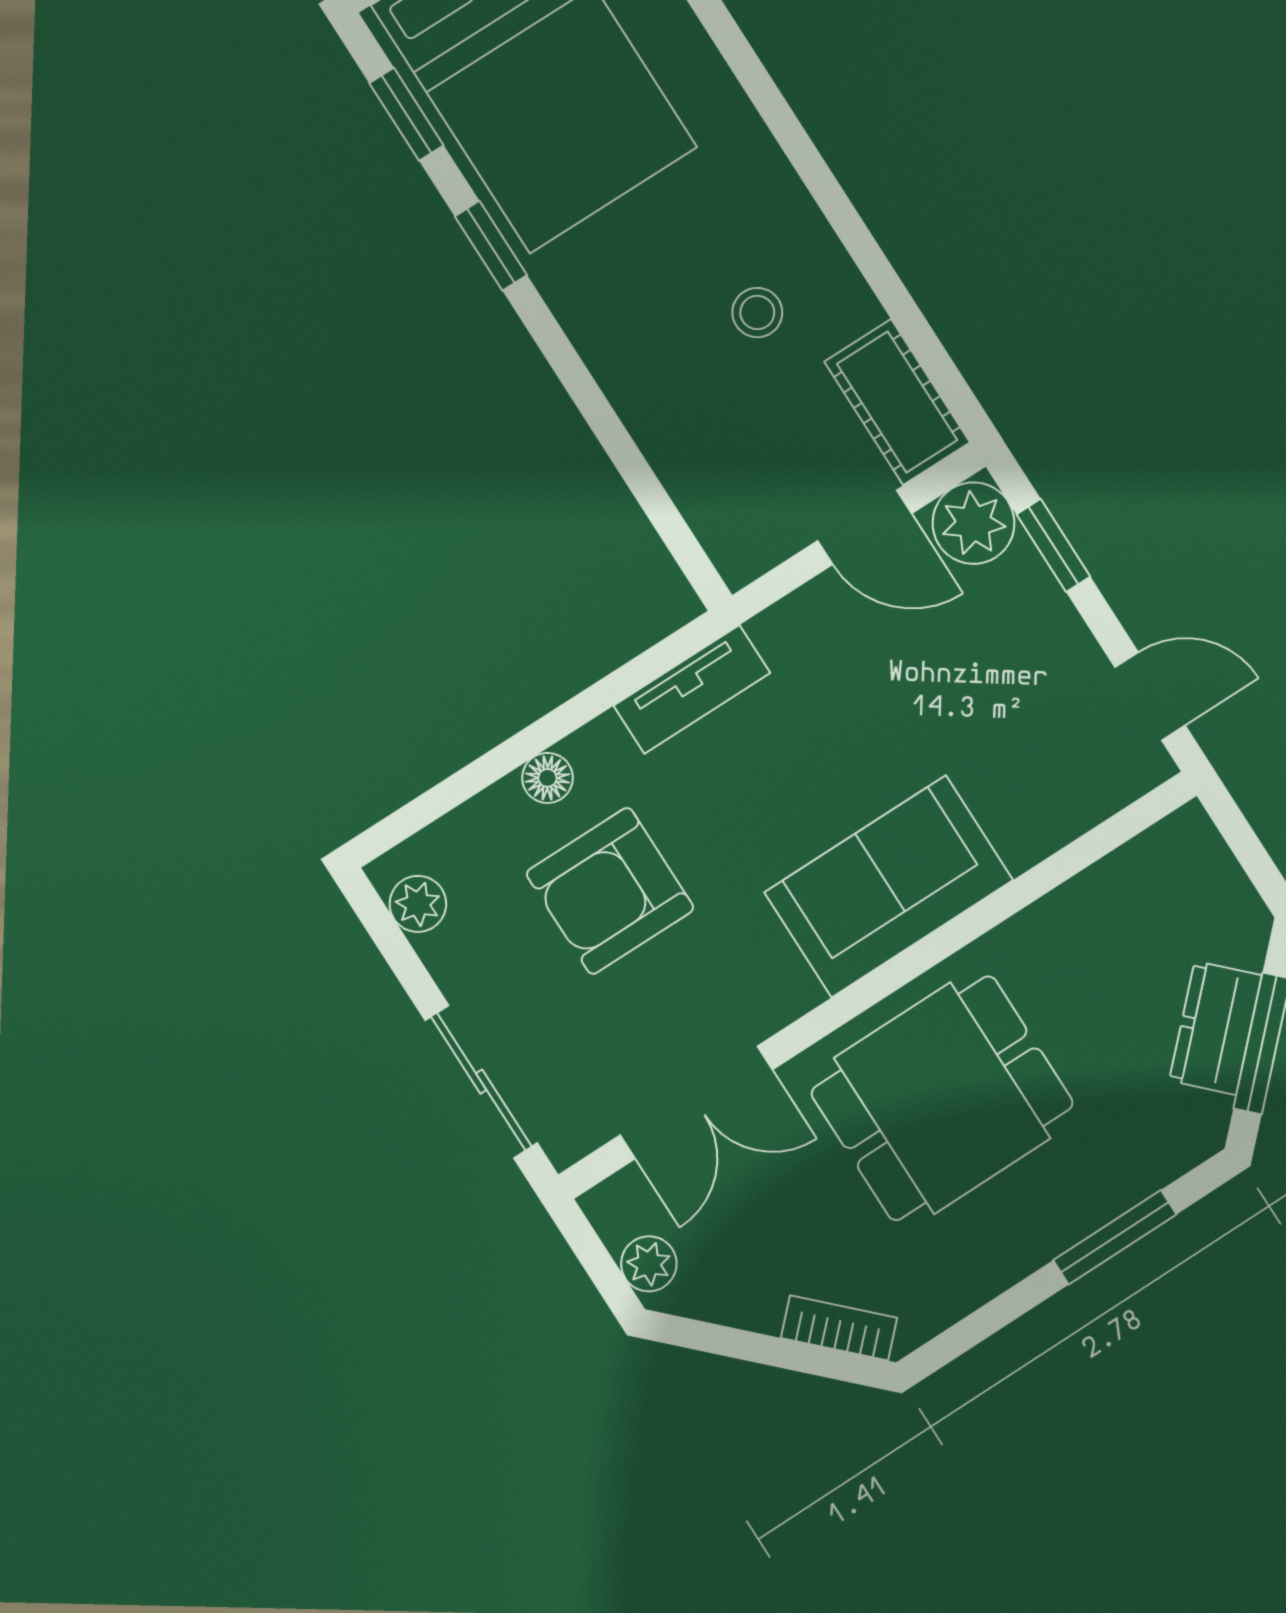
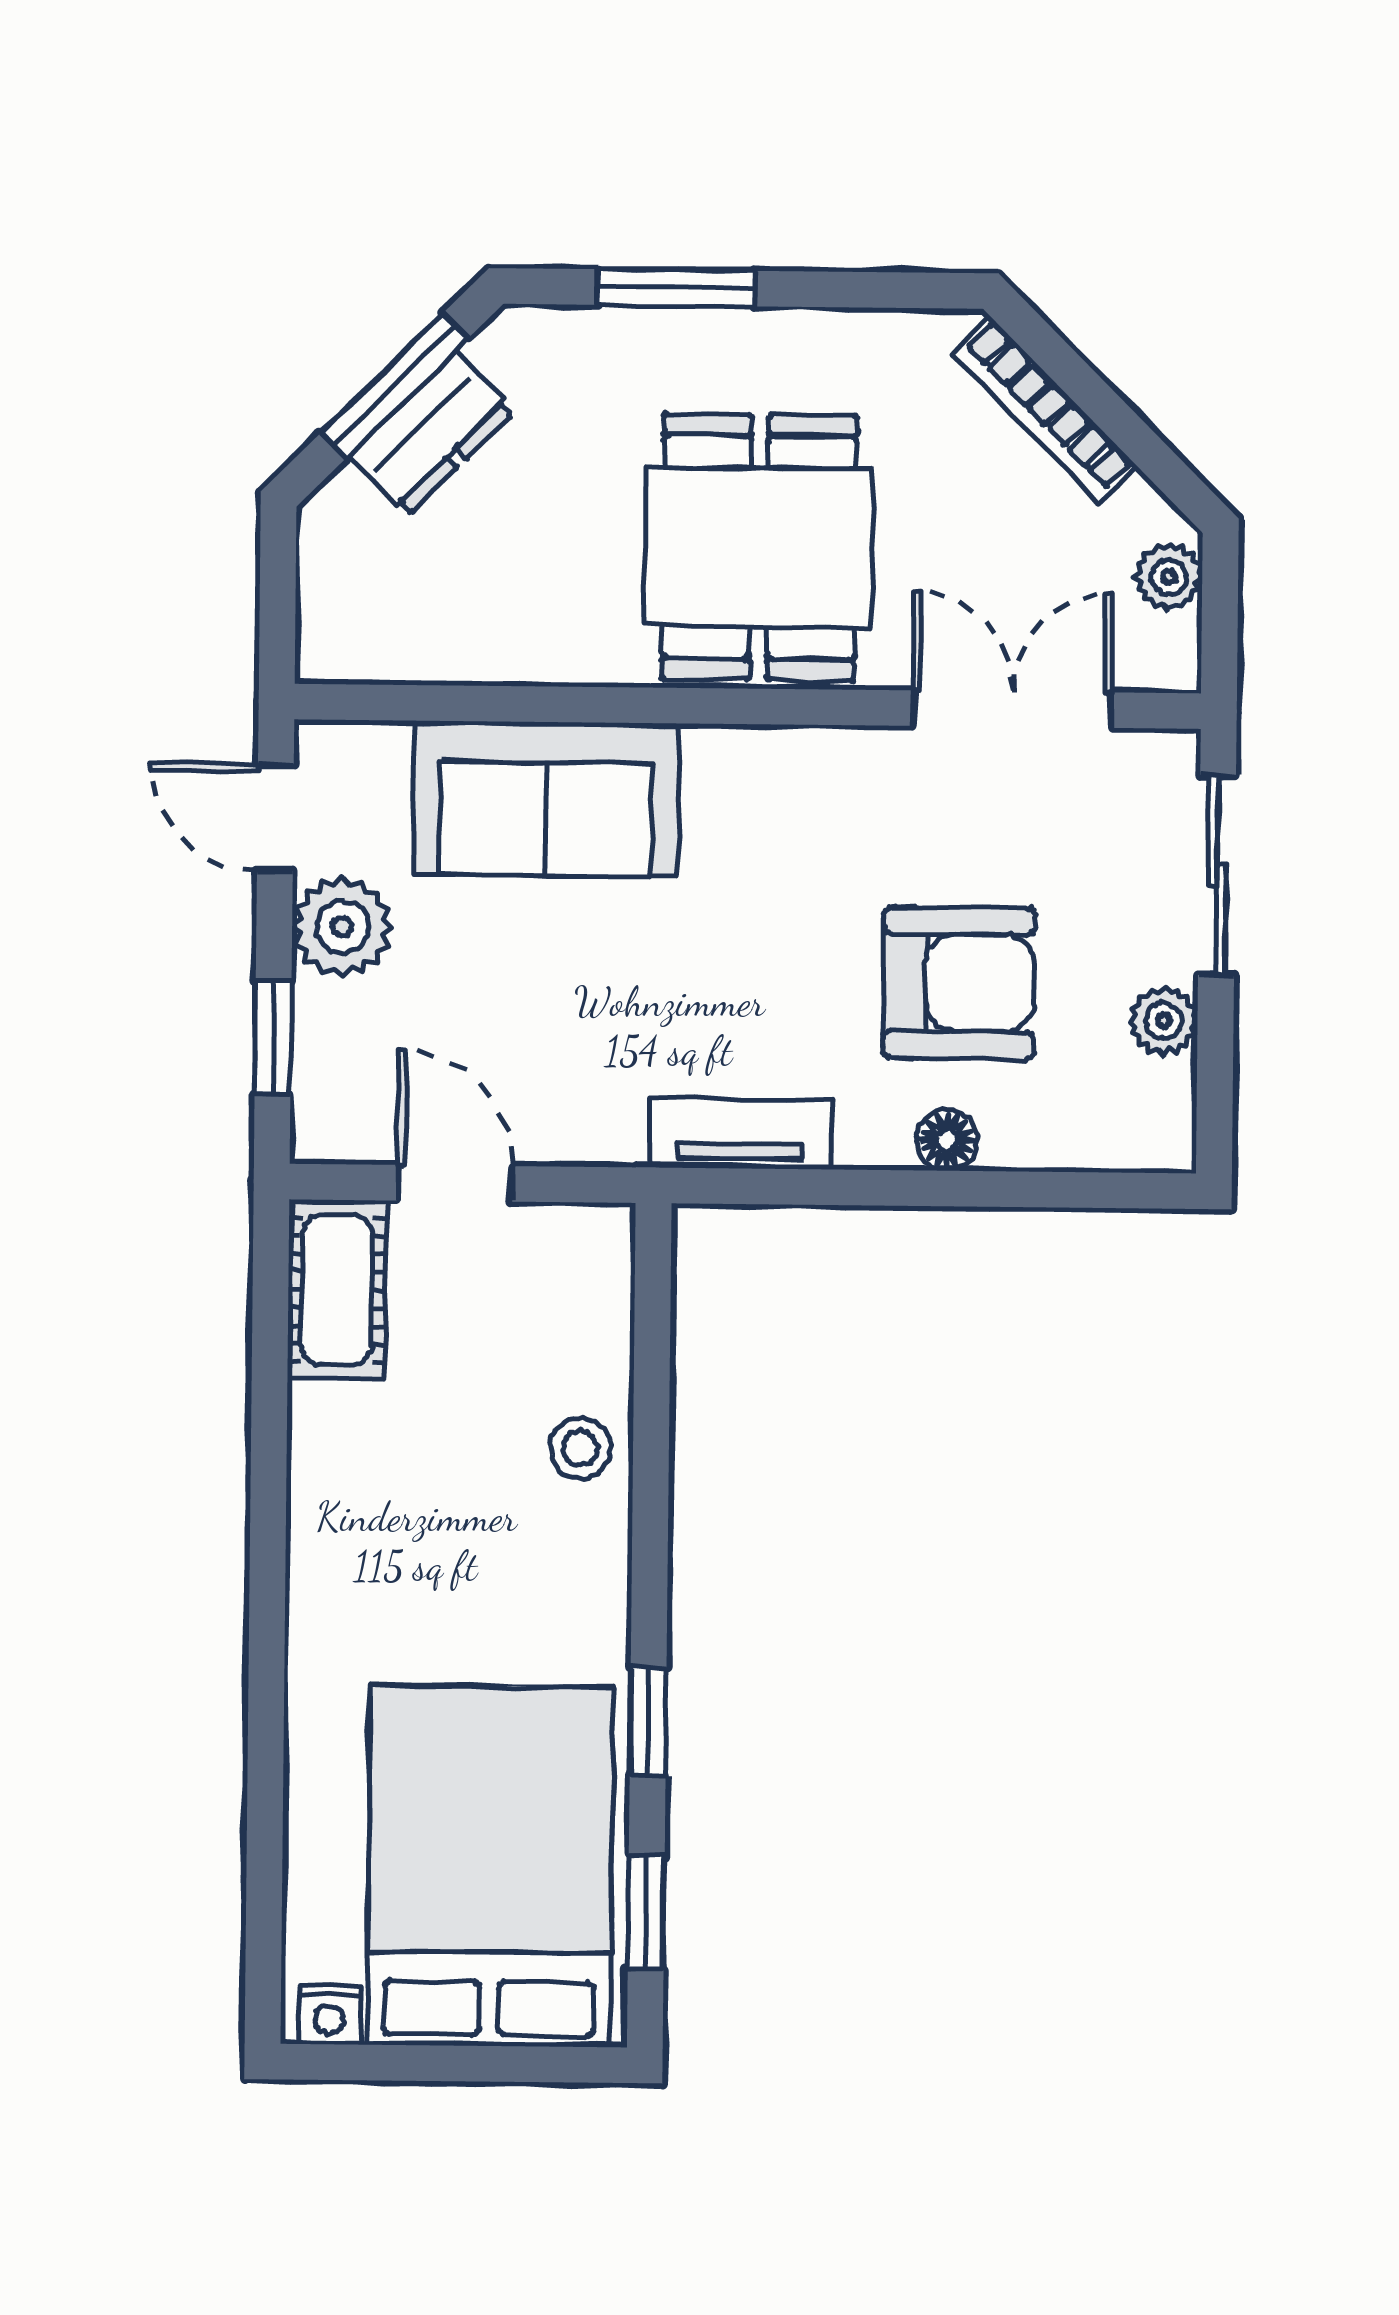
stool: (757, 313) -> (580, 1449), moved
plant: (974, 523) -> (342, 927), moved
sofa: (889, 886) -> (546, 799), moved
plant: (418, 904) -> (1163, 1021), moved
dining table: (942, 1098) -> (759, 547), turned 90
bookcase: (839, 1328) -> (1045, 410), width x1.56

